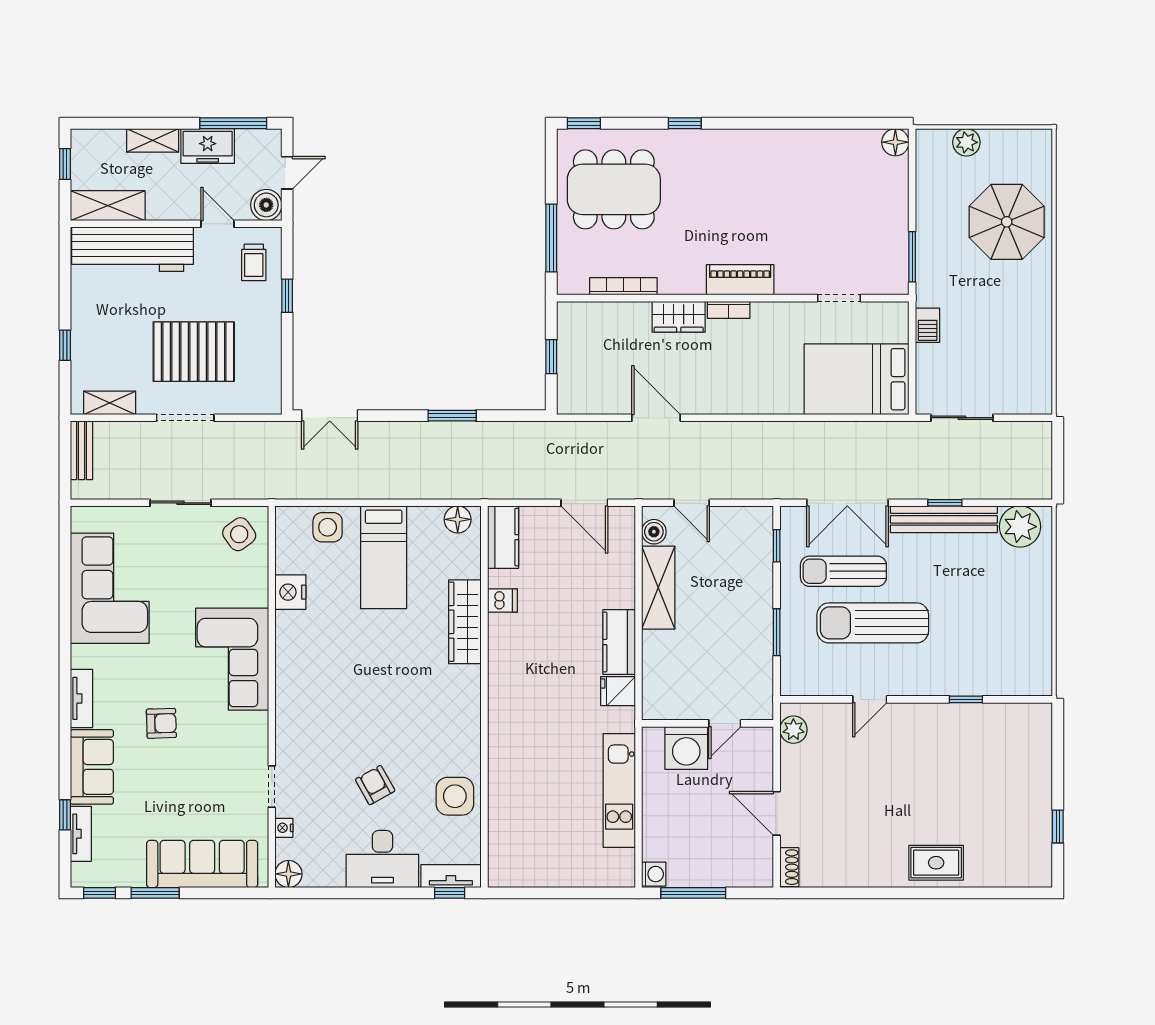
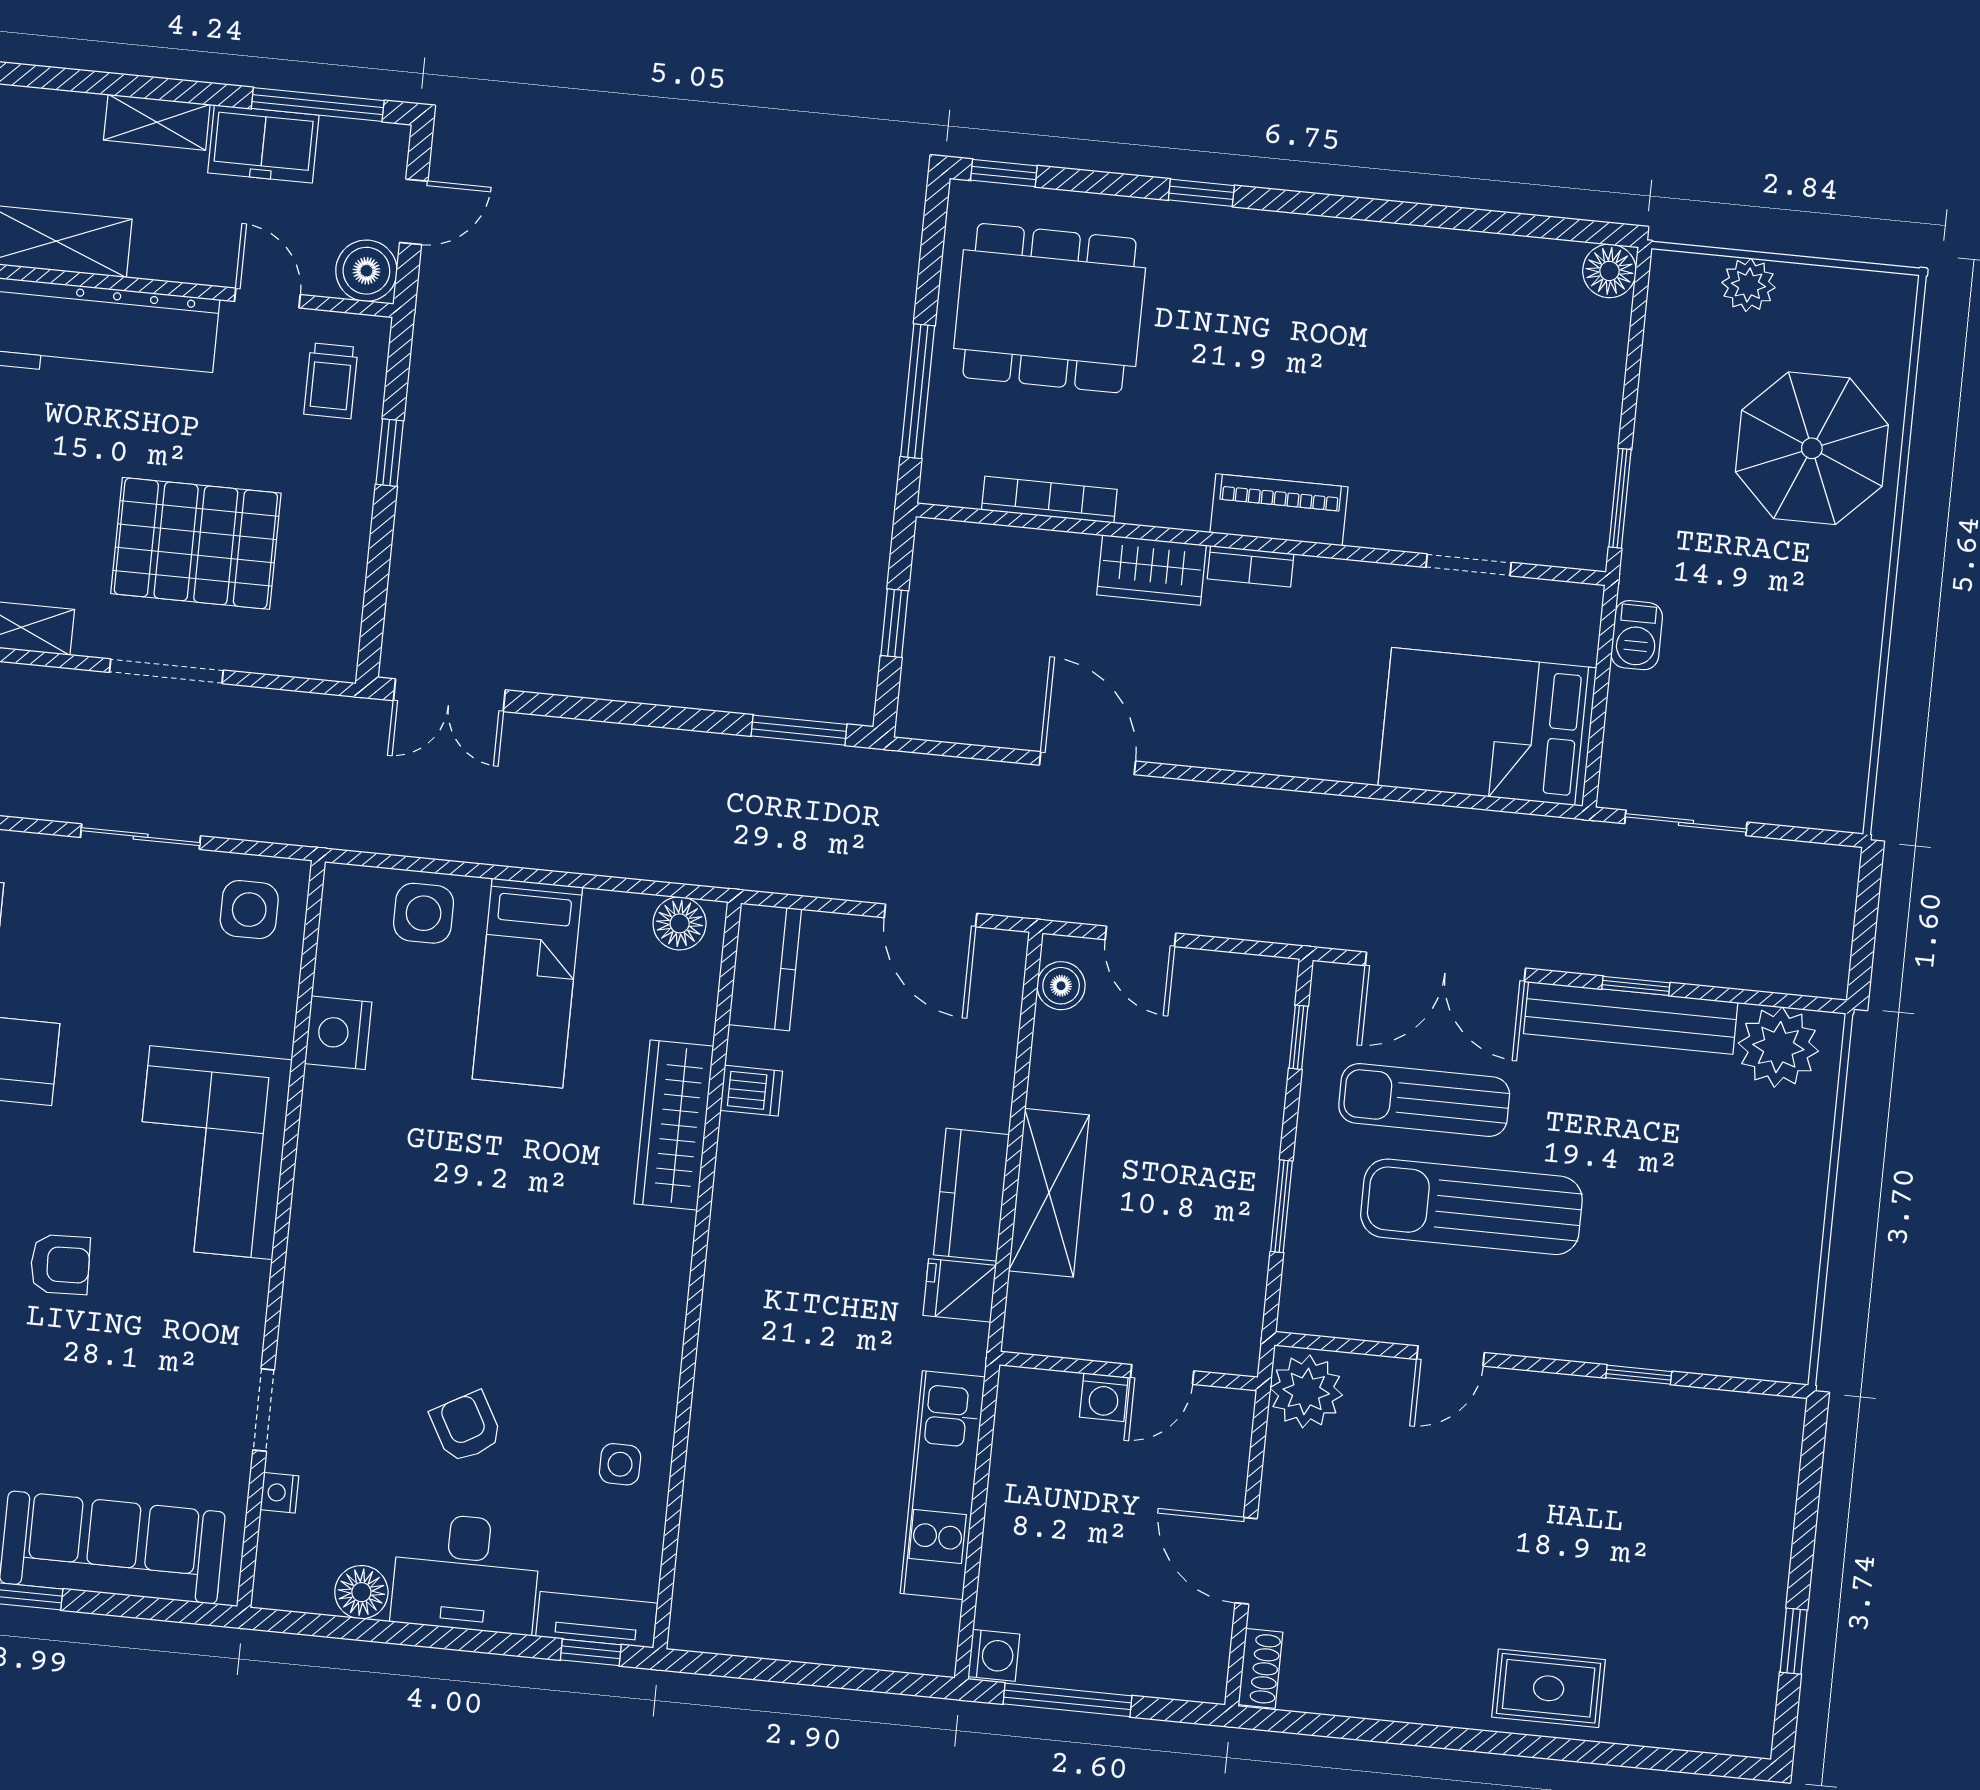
window: (452, 416) -> (799, 730), moved
side table: (239, 534) -> (249, 910), turned 36
shelving: (658, 588) -> (1049, 1193), moved
plant: (793, 730) -> (1306, 1391), width x1.36, depth x1.36
washing machine: (686, 748) -> (1104, 1397), width x0.53, depth x0.53
side table: (455, 796) -> (620, 1464), width x0.54, depth x0.54
floor lamp: (288, 874) -> (361, 1592), moved

